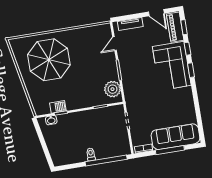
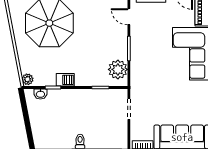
door: (115, 44) -> (129, 17), hinge flipped
barbecue: (58, 107) -> (65, 80), moved
plant: (38, 110) -> (27, 79), added

